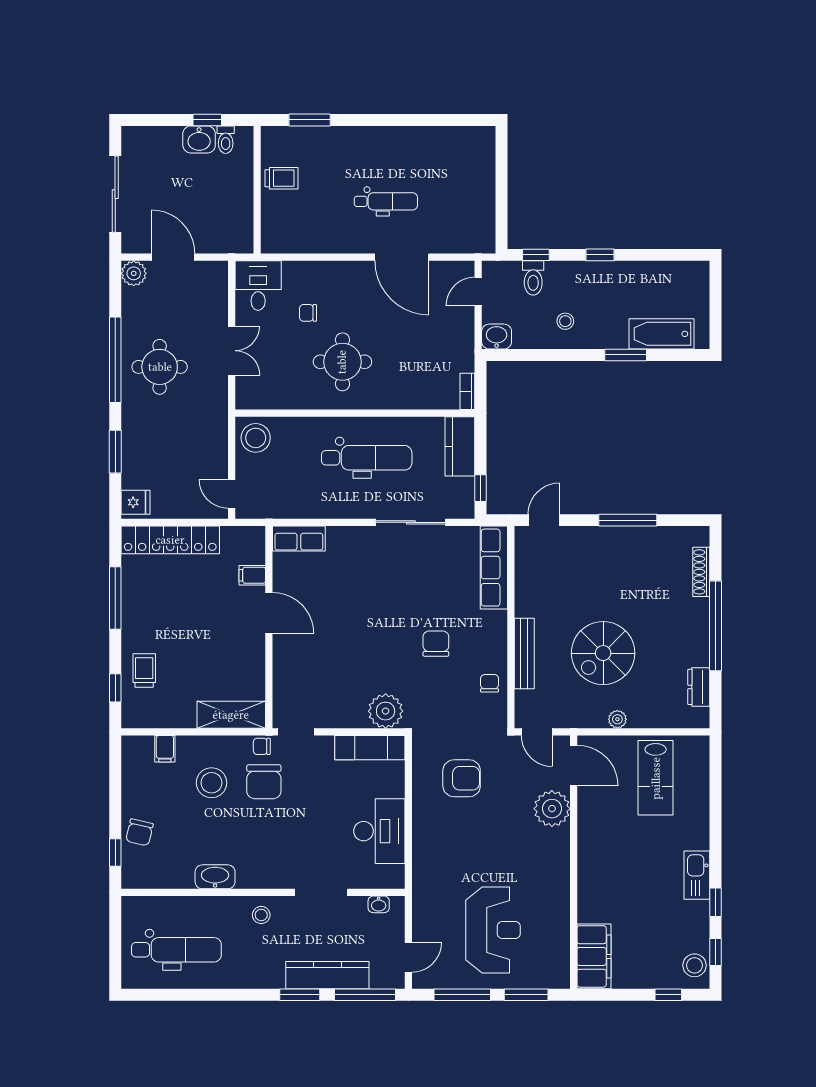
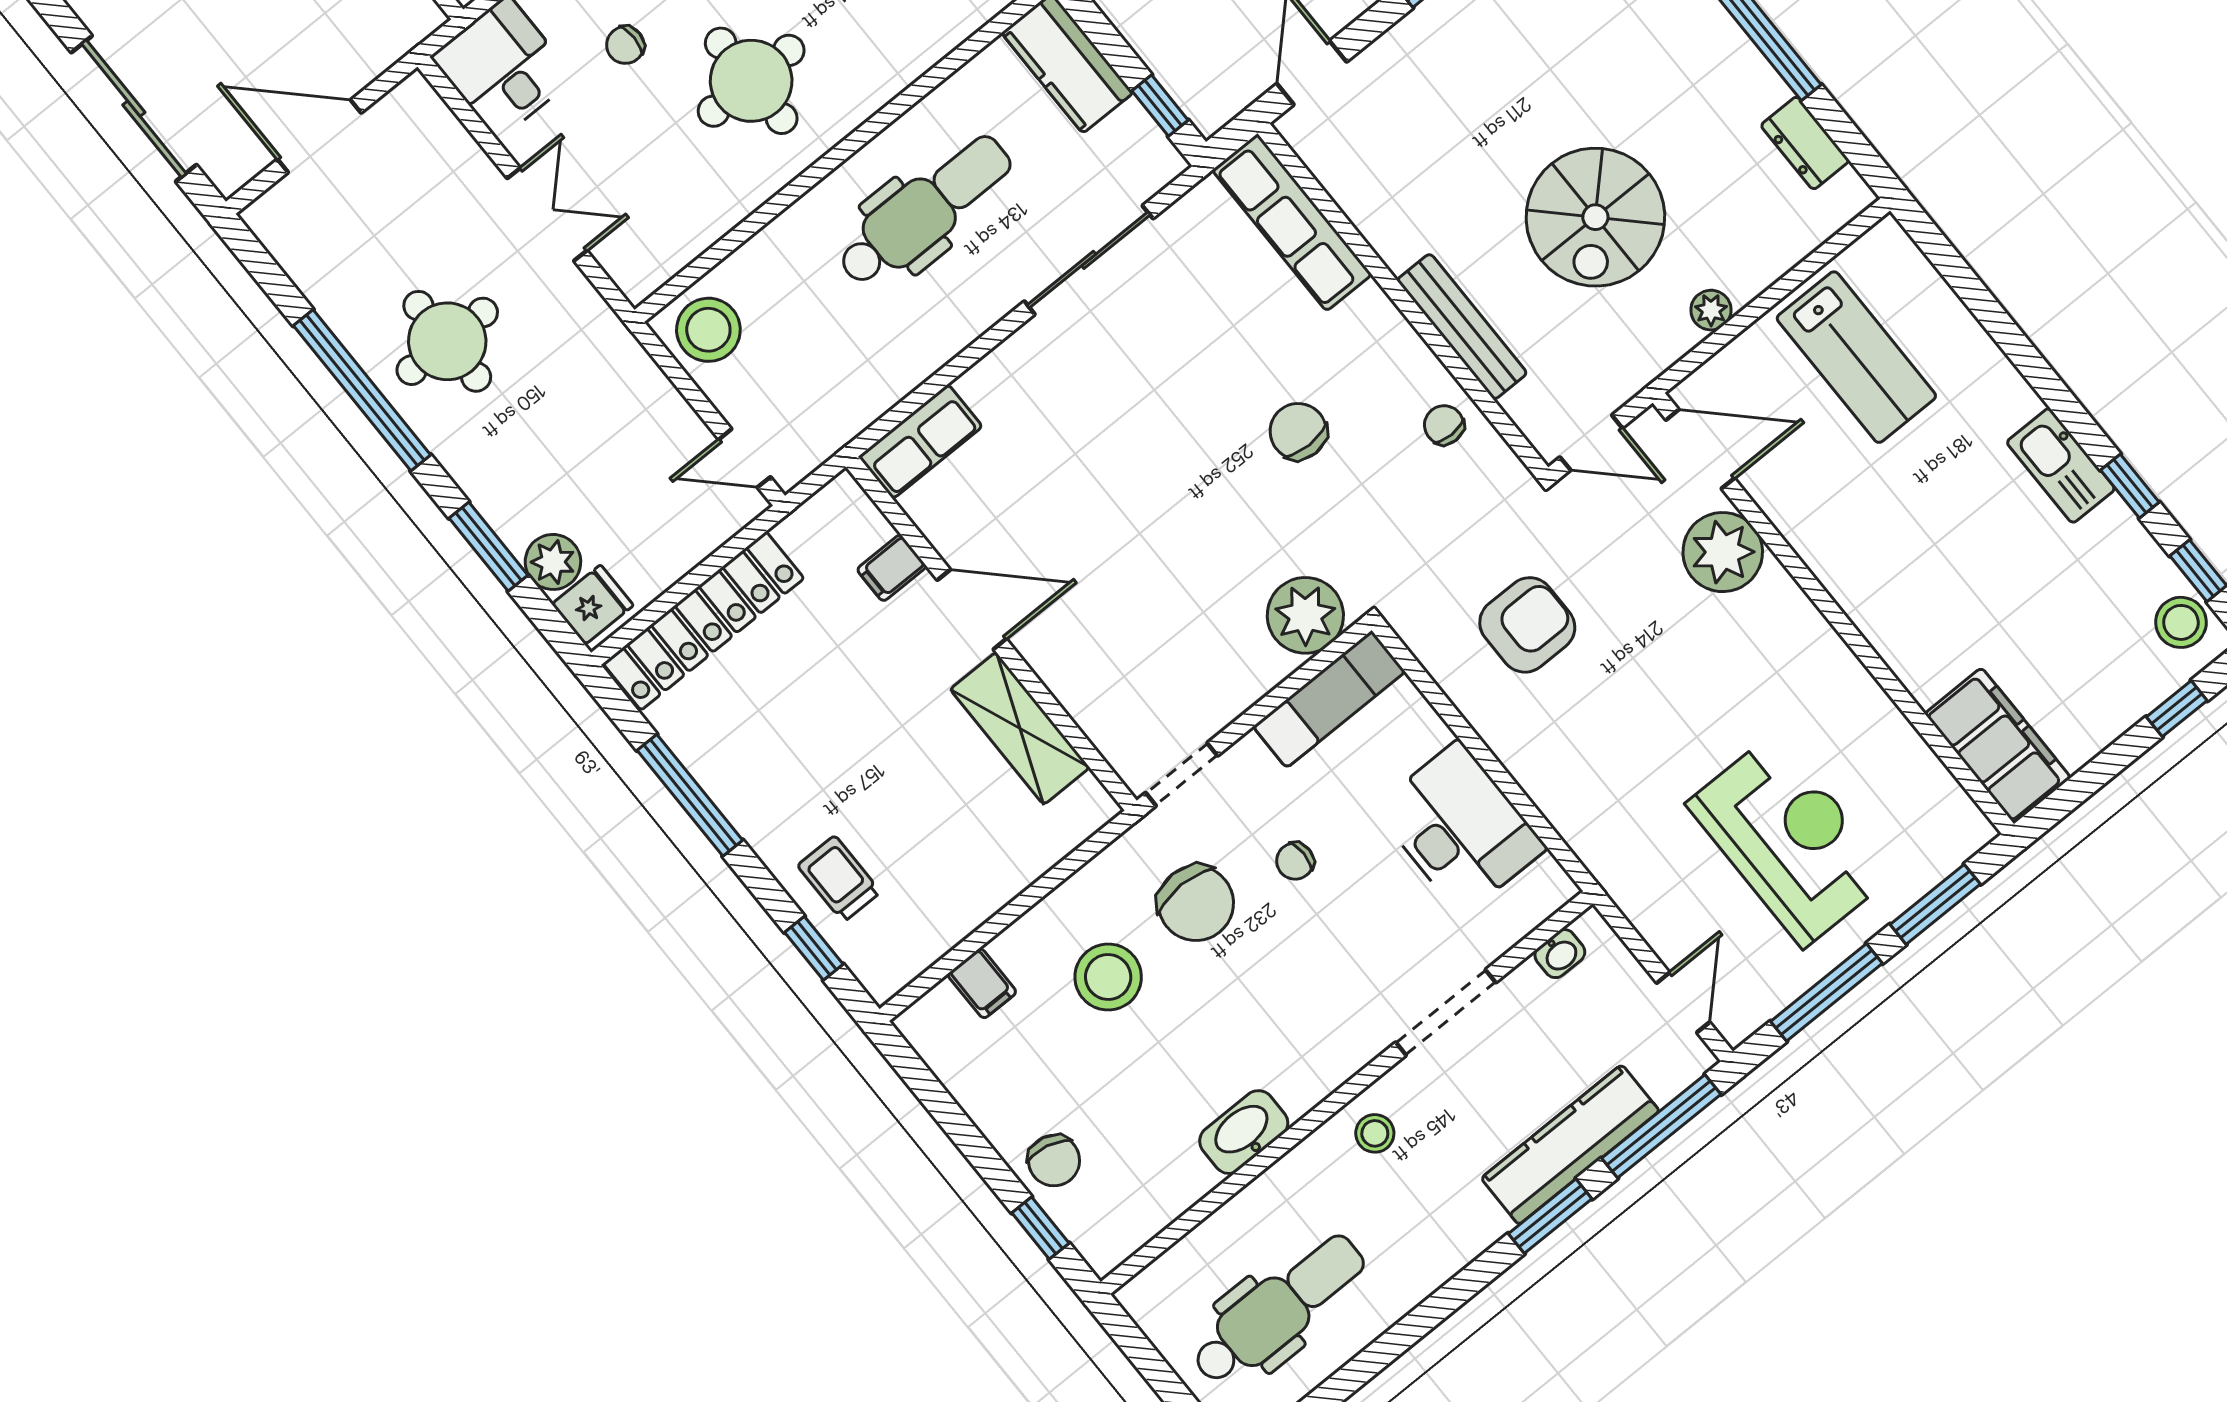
plant: (134, 273) -> (553, 562), moved
shelving: (231, 715) -> (1020, 728), moved, turned 90
chair: (262, 746) -> (1295, 861), moved

